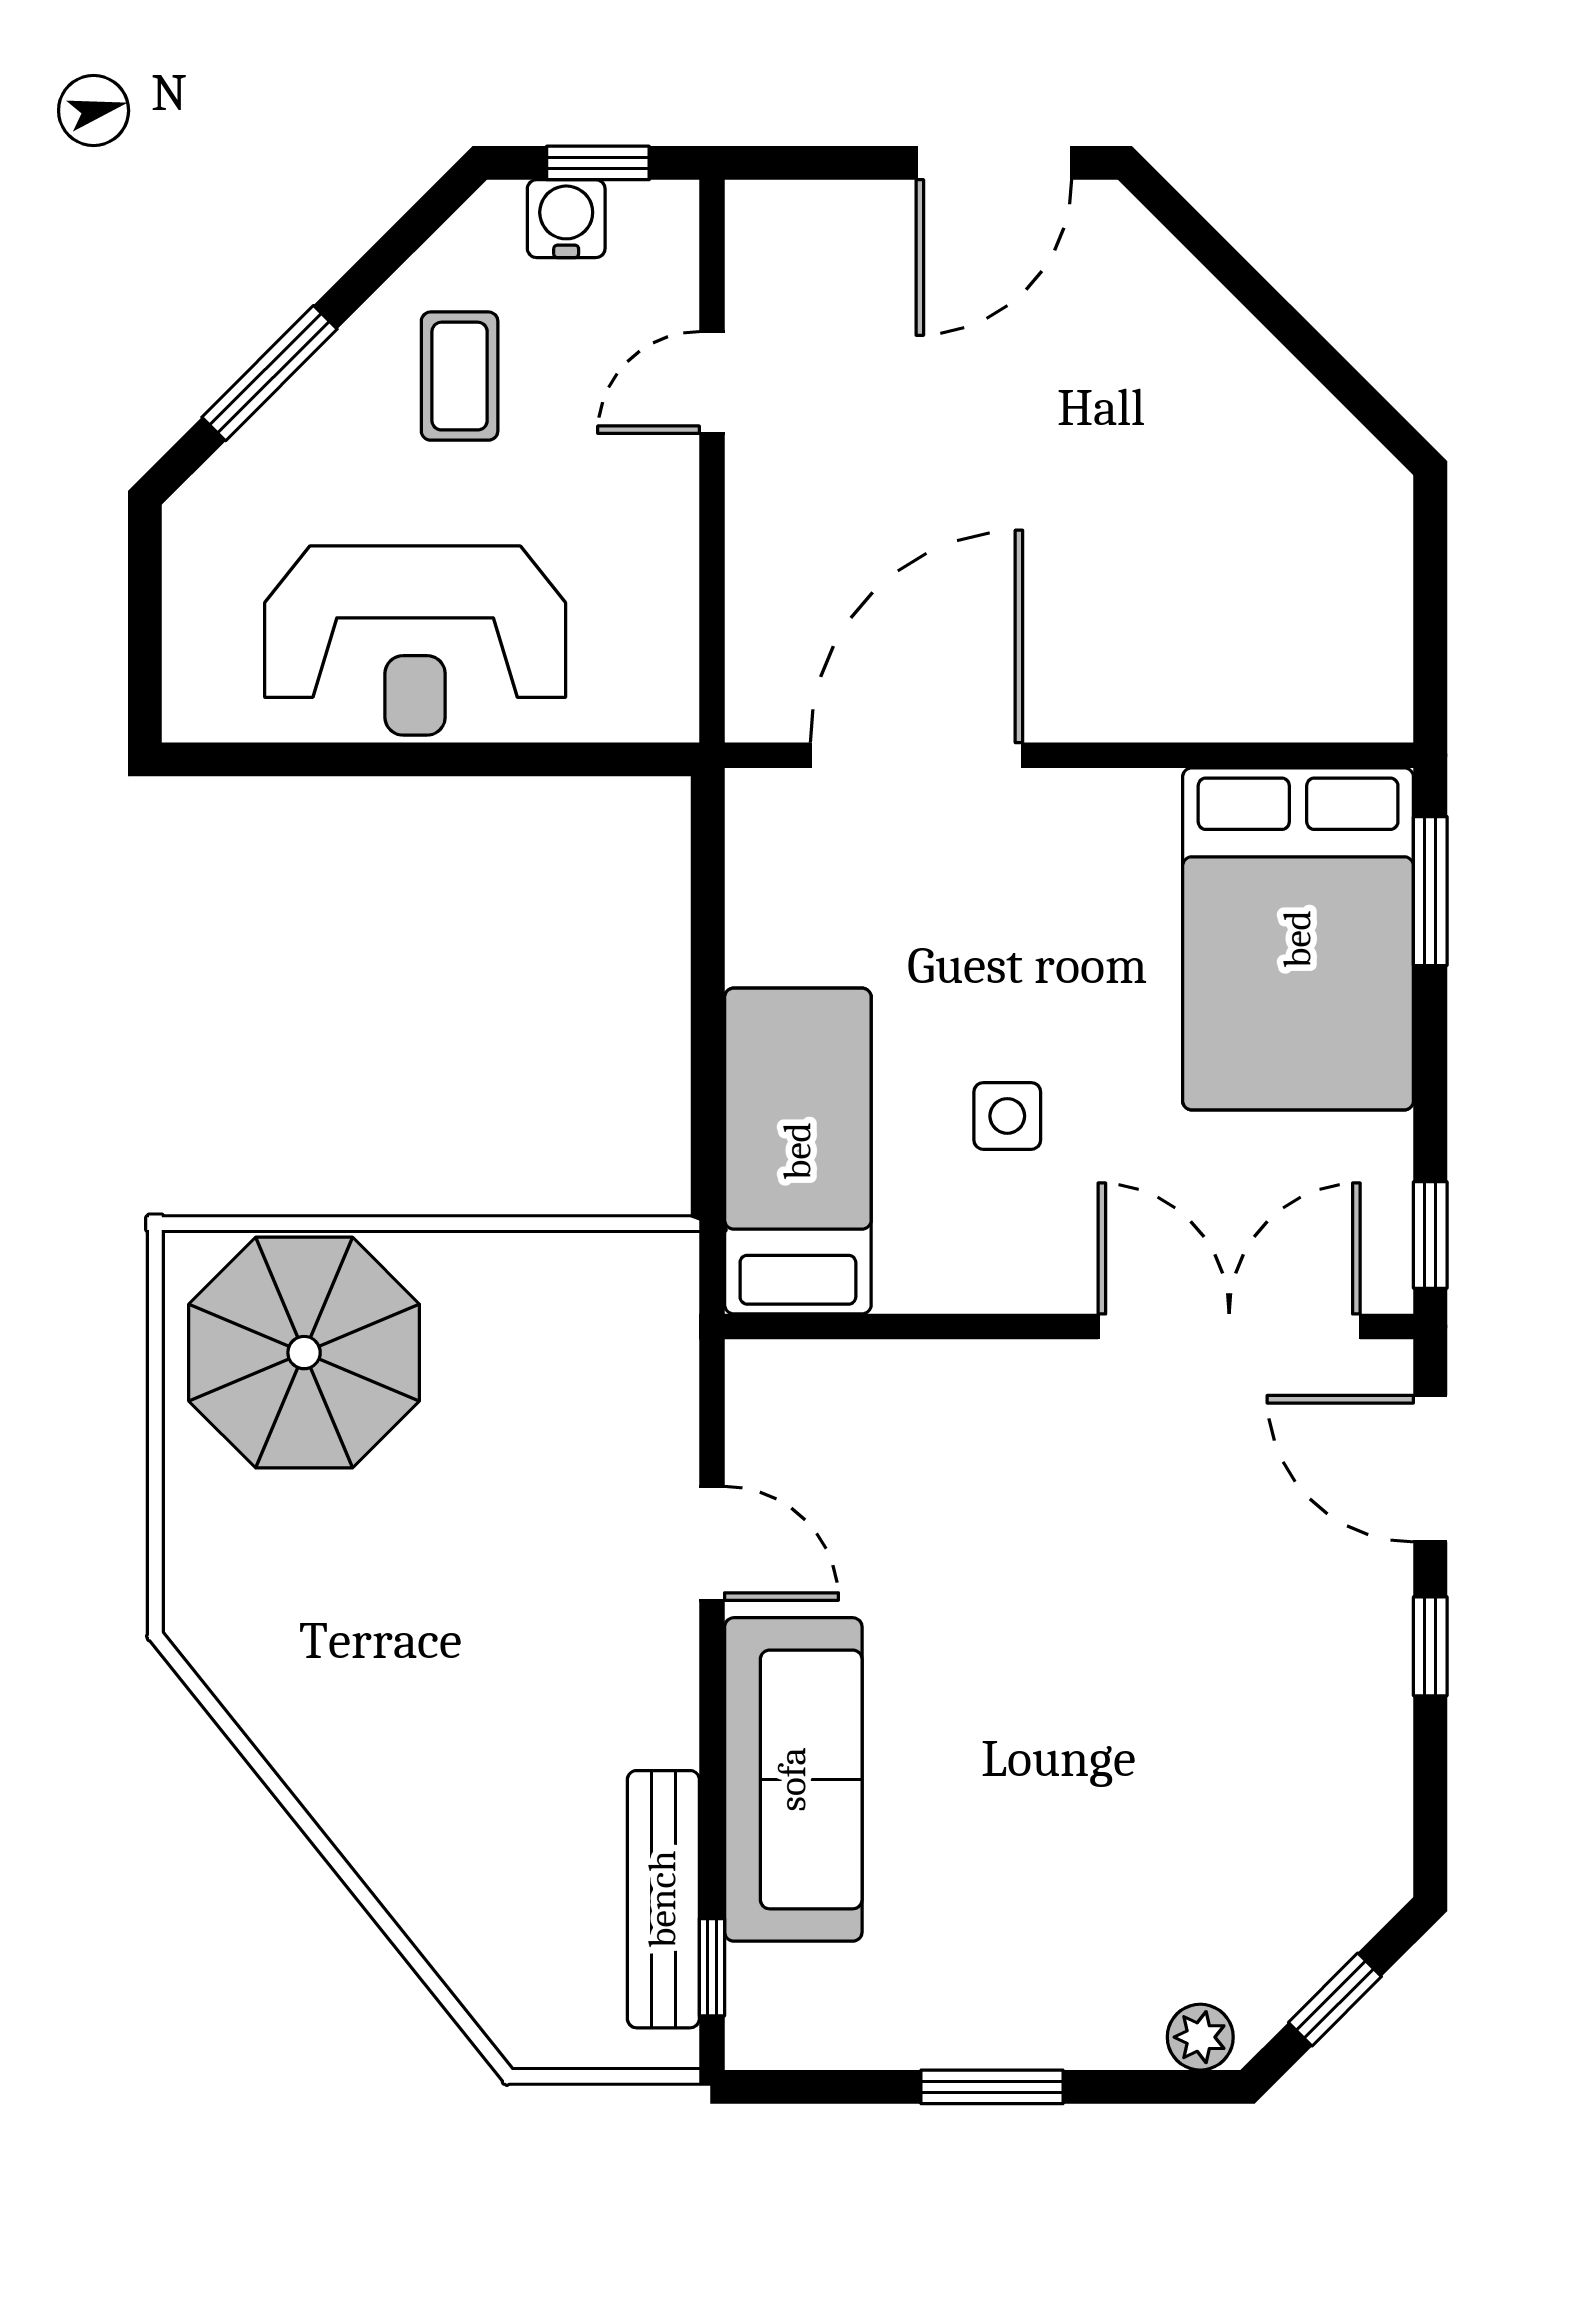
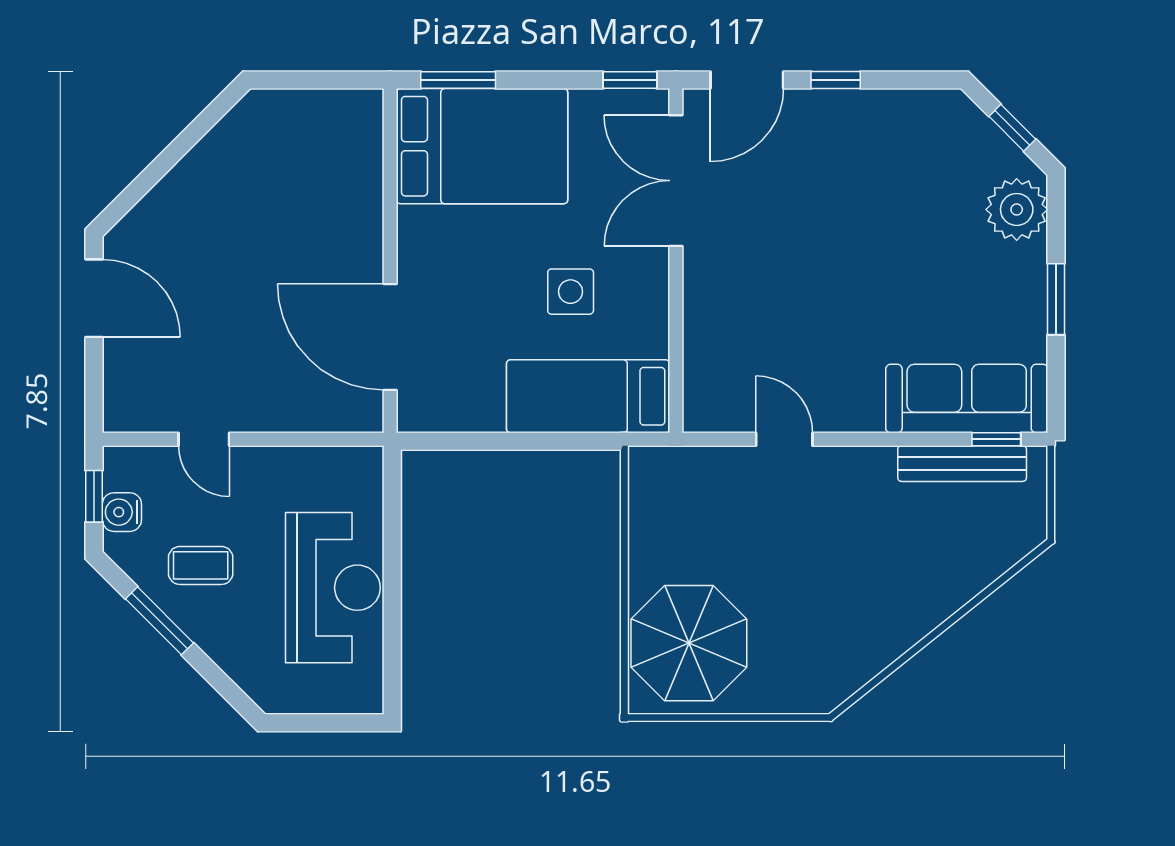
window: (270, 373) -> (160, 621), moved
side table: (1007, 1116) -> (571, 292), width x1.37, depth x1.37
door: (712, 1543) -> (784, 439), hinge flipped
sofa: (793, 1779) -> (967, 399), moved
plant: (1200, 2037) -> (1017, 209), width x1.88, depth x1.88

